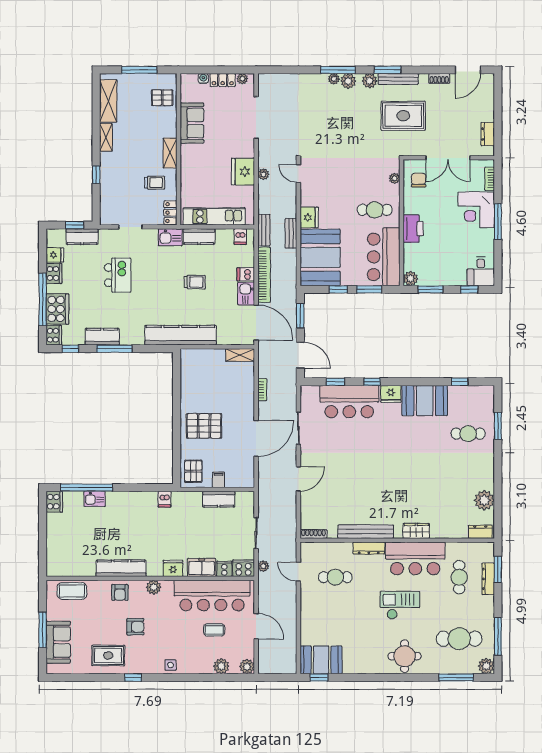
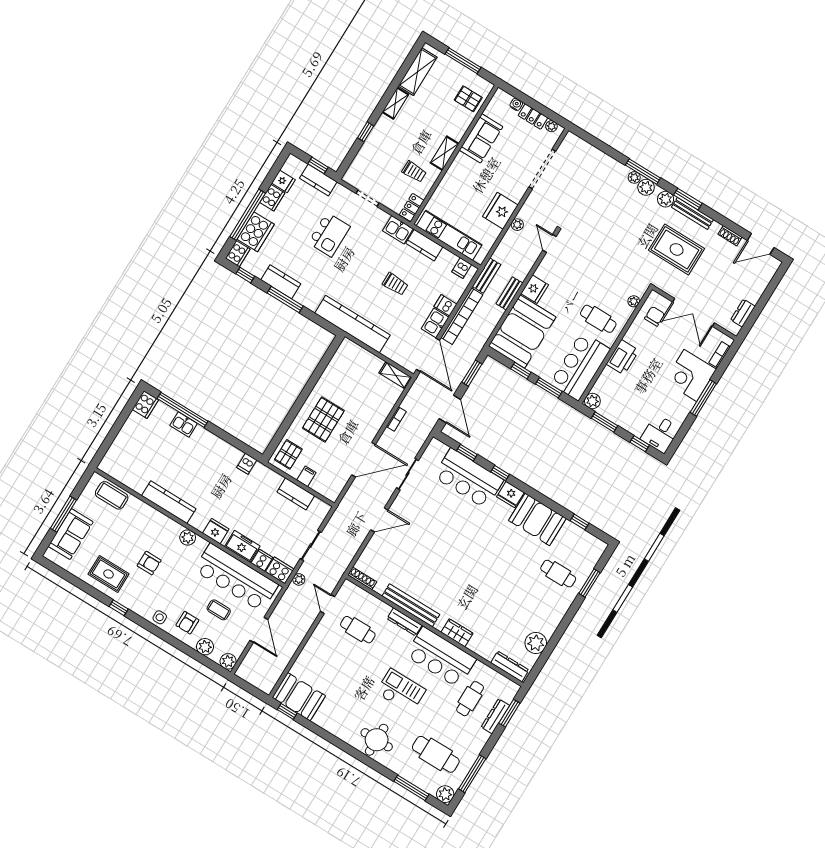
pallet: (204, 426) -> (323, 419), turned 90
dresser: (480, 532) -> (510, 666), width x1.44
armchair: (120, 592) -> (187, 623), moved

